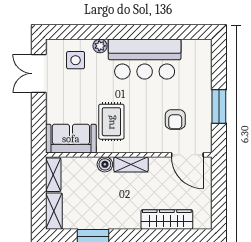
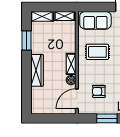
sofa: (71, 139) -> (95, 20), moved, turned 90
boiler: (105, 164) -> (71, 80), moved
wardrobe: (167, 219) -> (37, 70), moved

